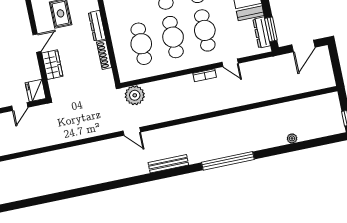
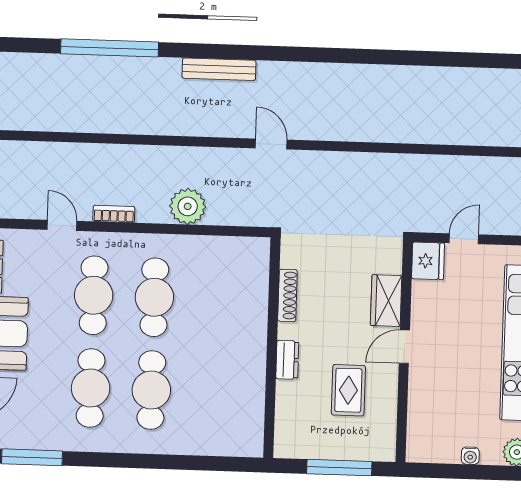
dresser: (97, 26) -> (287, 360), width x0.70
cafe table: (141, 44) -> (215, 299), removed
plant: (135, 95) -> (188, 206), moved

